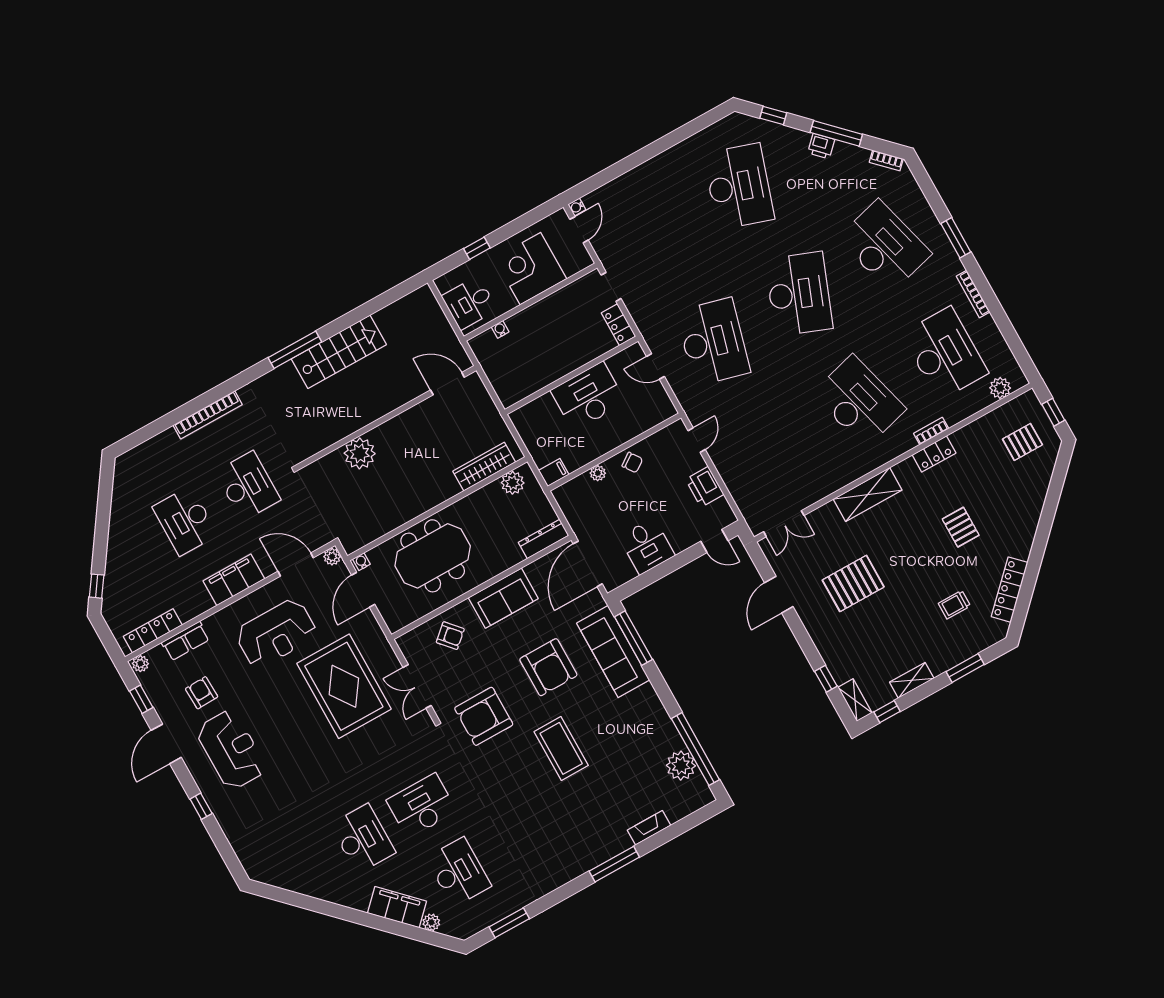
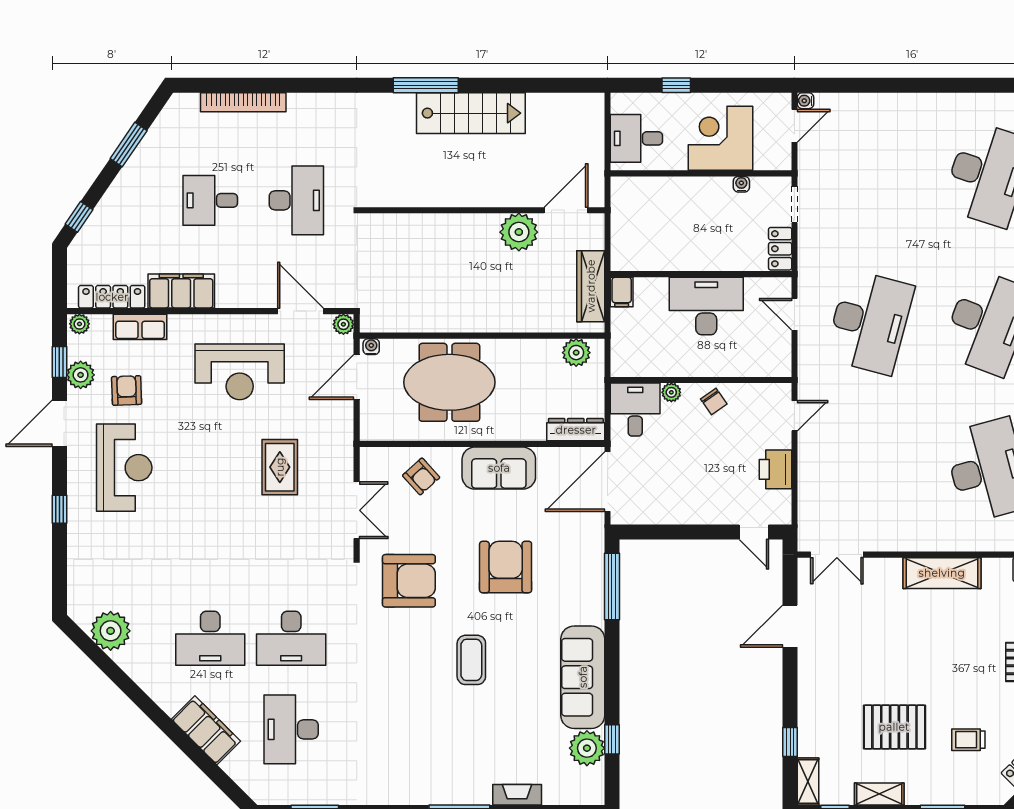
water cooler: (500, 329) -> (741, 184), moved
door: (447, 384) -> (566, 210), hinge flipped
bookcase: (208, 415) -> (243, 102), moved
plant: (360, 453) -> (519, 232), moved
wardrobe: (484, 467) -> (591, 286), moved, turned -90
filing cabinet: (554, 472) -> (622, 292), moved, turned 90
window: (103, 513) -> (129, 145), added
desk: (185, 521) -> (210, 200), width x0.73
desk: (647, 546) -> (635, 410), moved, turned 180
filing cabinet: (234, 580) -> (181, 291), moved
pallet: (853, 583) -> (894, 727), moved
sofa: (613, 652) -> (583, 677), moved
armchair: (548, 667) -> (506, 567), turned 180
rug: (344, 686) -> (280, 467), width x0.54, depth x0.49
double door: (417, 686) -> (357, 510), swing flipped
plant: (162, 700) -> (81, 375), added
armchair: (484, 716) -> (409, 581), turned 180
coffee table: (561, 748) -> (471, 660), width x0.73, depth x0.76
window: (695, 749) -> (612, 739), width x0.32
desk: (422, 806) -> (291, 638), turned 180
desk: (363, 839) -> (210, 638), turned 90
desk: (459, 872) -> (291, 729), turned 180
plant: (431, 922) -> (111, 631), moved, width x1.88, depth x1.88

